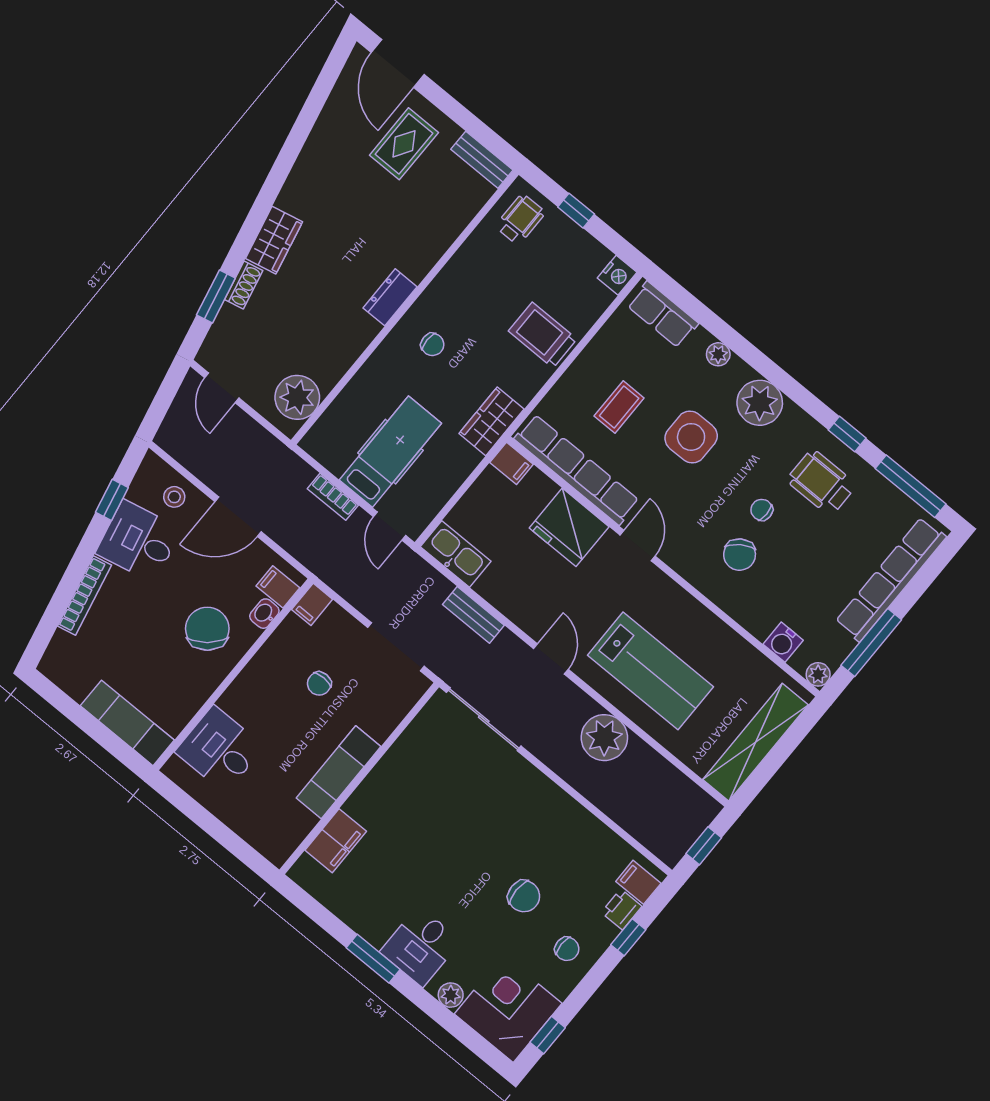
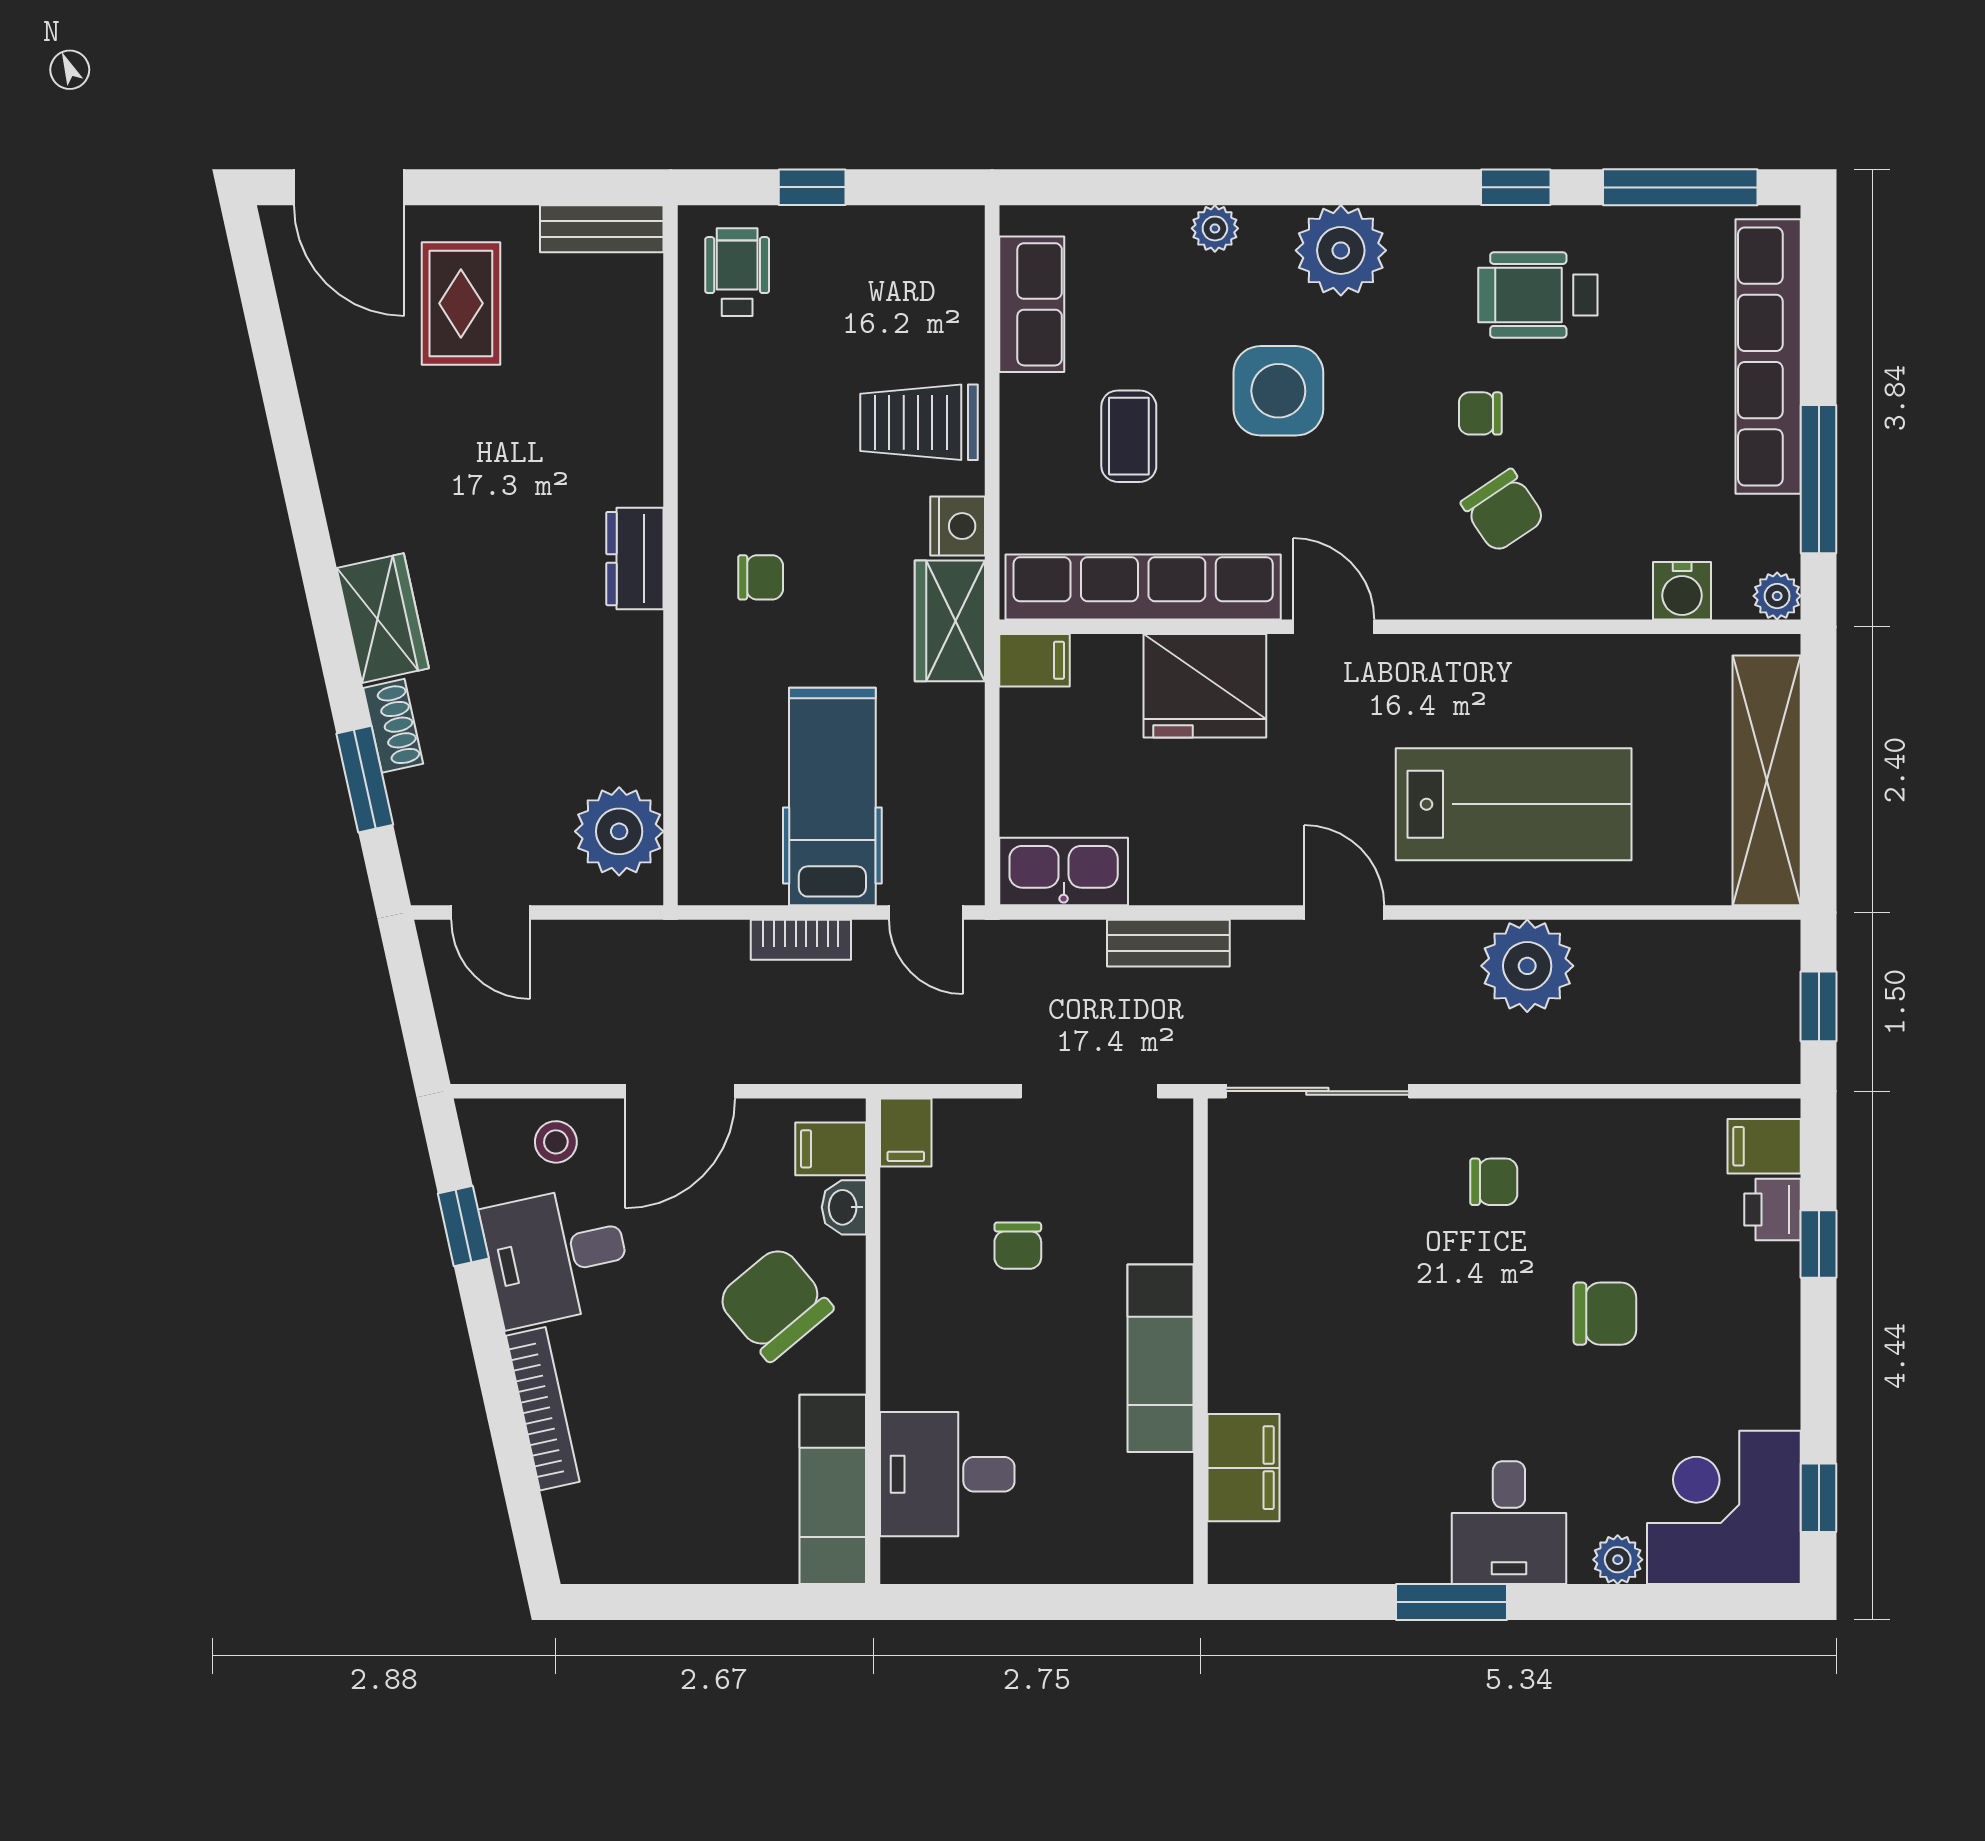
nightstand: (617, 275) -> (958, 526), moved
row of seats: (663, 315) -> (1032, 304), moved, turned -90
exam couch: (127, 723) -> (833, 1489), moved, turned -90
chair: (567, 949) -> (1494, 1182), moved

